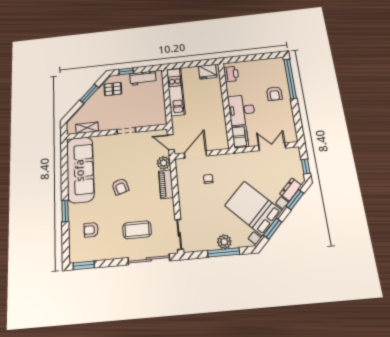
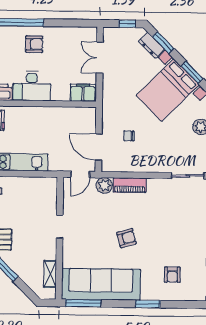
desk: (242, 110) -> (32, 86), moved
window: (64, 157) -> (83, 303), added
coffee table: (137, 230) -> (178, 222), removed

